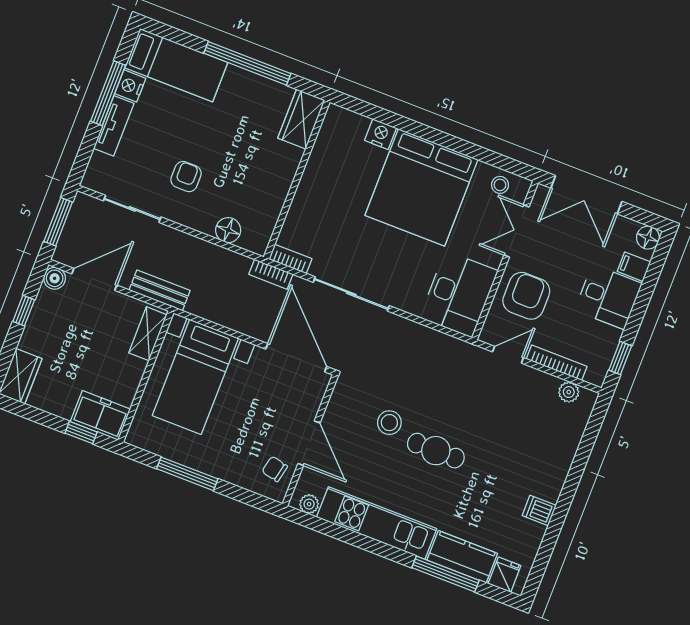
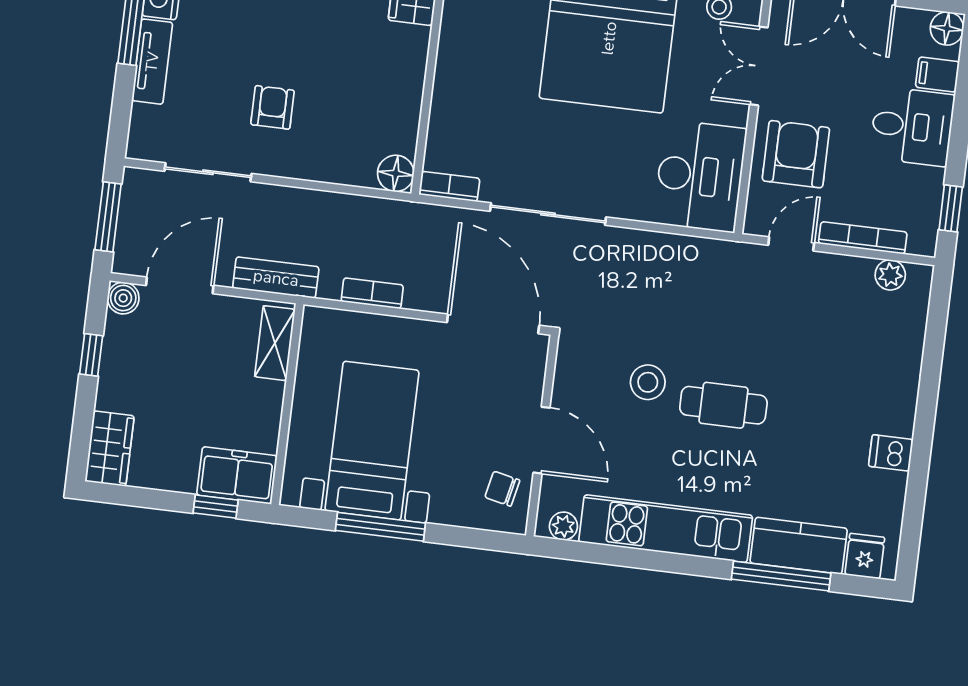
floor lamp: (228, 230) -> (396, 173), moved
bookcase: (271, 274) -> (372, 293), moved, turned 180
bed with nightstands: (195, 377) -> (372, 441), moved, turned 180

